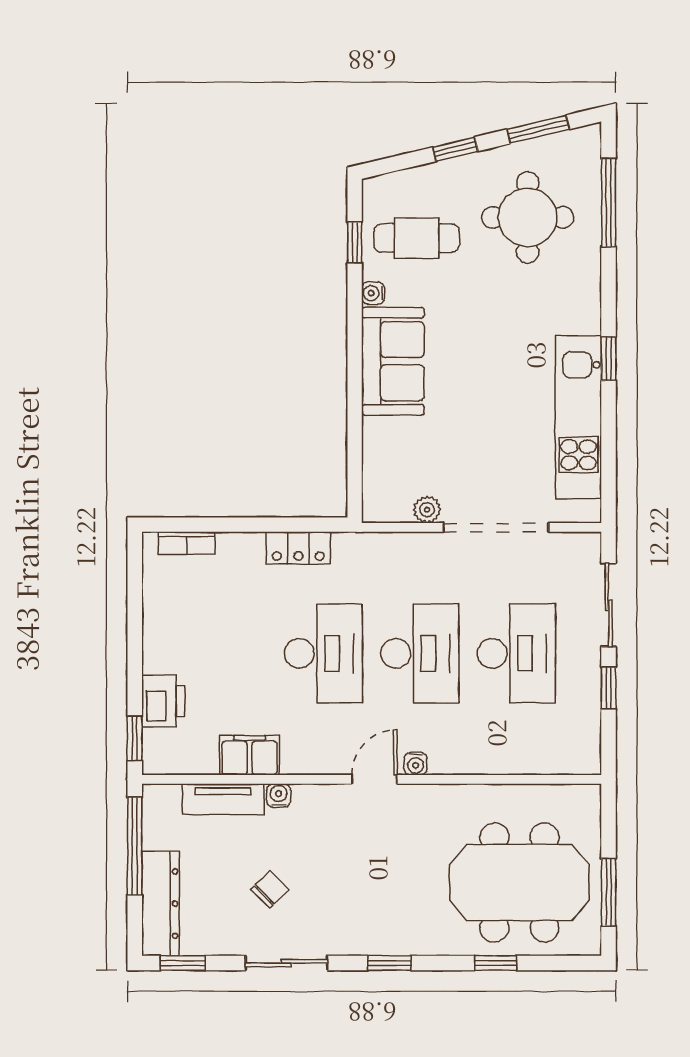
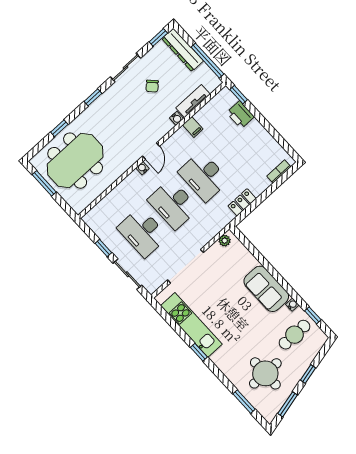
window: (609, 203) -> (244, 402), width x0.69
plant: (427, 510) -> (225, 241), moved
filing cabinet: (250, 755) -> (193, 127), width x0.50

